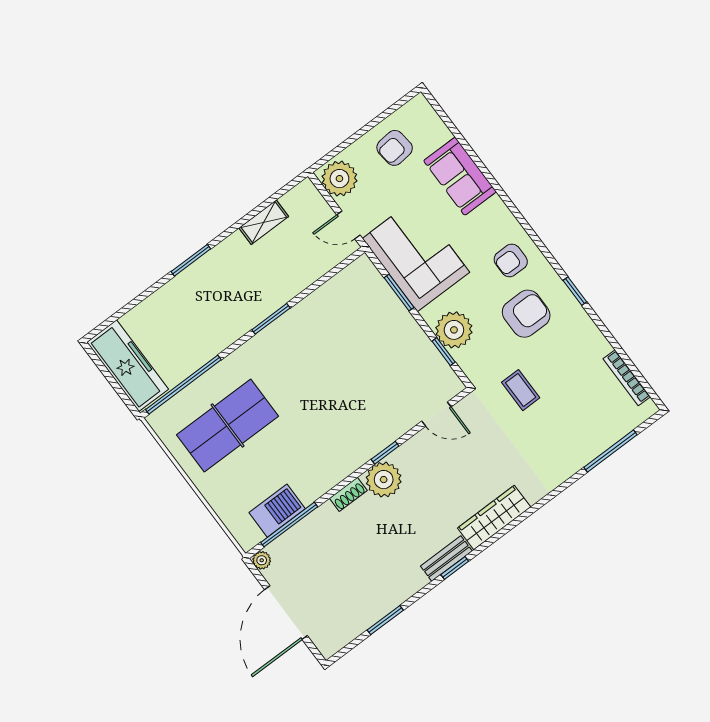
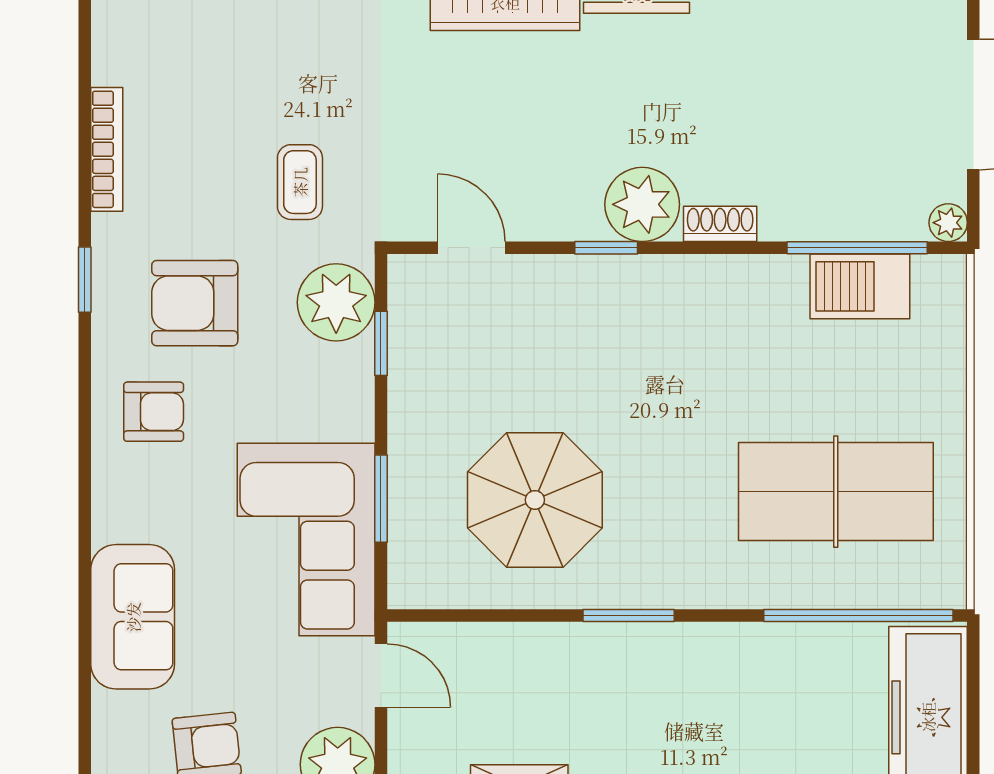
plant: (454, 330) -> (336, 302), moved
parasol: (340, 336) -> (535, 500), added
bookcase: (627, 378) -> (107, 149), moved

